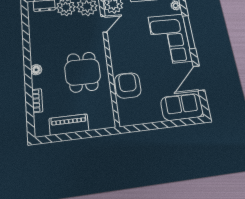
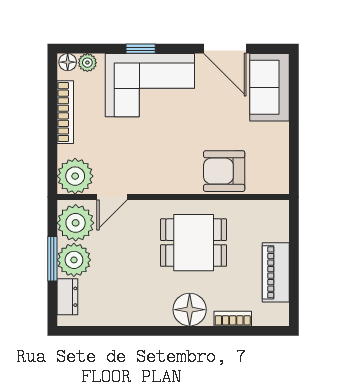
door: (104, 24) -> (112, 197), swing flipped
window: (189, 32) -> (141, 49), width x0.46
floor lamp: (36, 70) -> (190, 310), width x1.89, depth x1.89

